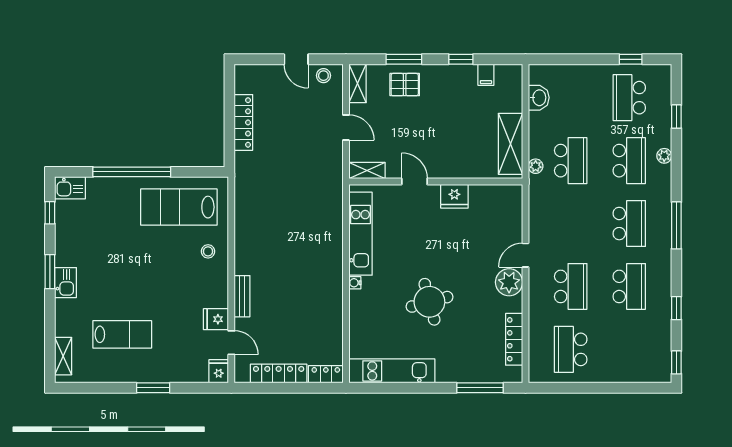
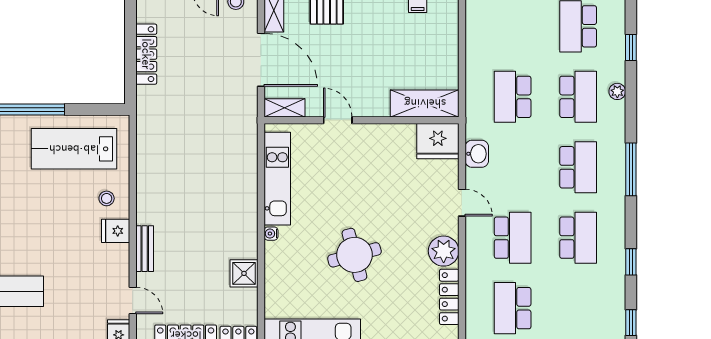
washbasin: (539, 98) -> (477, 154), moved
door: (346, 128) -> (261, 60), width x1.88
shelving: (510, 144) -> (425, 103), moved, turned 90
school desk: (571, 161) -> (513, 97), turned 180
plant: (536, 166) -> (473, 103), removed
fridge: (454, 196) -> (438, 141), moved, width x1.36, depth x1.34
door: (525, 255) -> (462, 203), swing flipped
plant: (509, 282) -> (444, 251), moved
shower: (331, 318) -> (244, 273), added
fridge: (216, 319) -> (116, 231), moved

